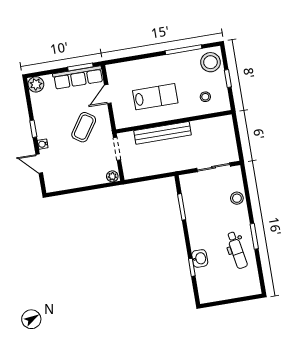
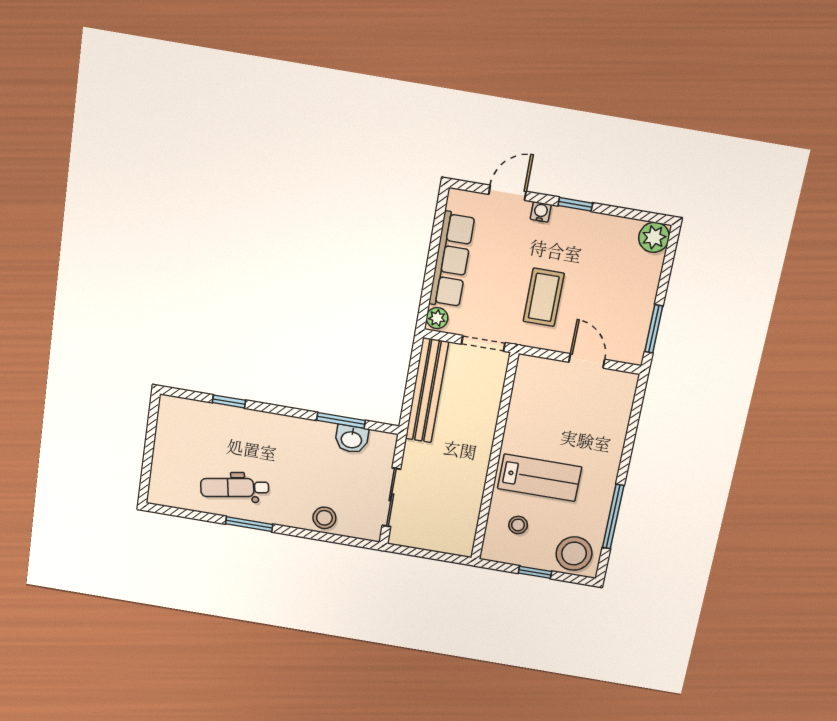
row of seats: (78, 78) -> (452, 260), moved, turned 180
lab bench: (155, 97) -> (540, 478), moved, turned -90
coffee table: (84, 127) -> (544, 297), turned 56
bench: (162, 133) -> (427, 390), moved
washbasin: (200, 258) -> (351, 439), moved

